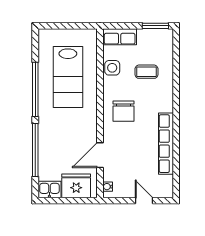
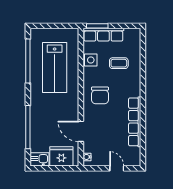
window: (155, 26) -> (97, 26), moved
row of seats: (120, 37) -> (103, 35), width x1.48
window: (35, 89) -> (28, 61), moved
door: (100, 155) -> (81, 131), hinge flipped

